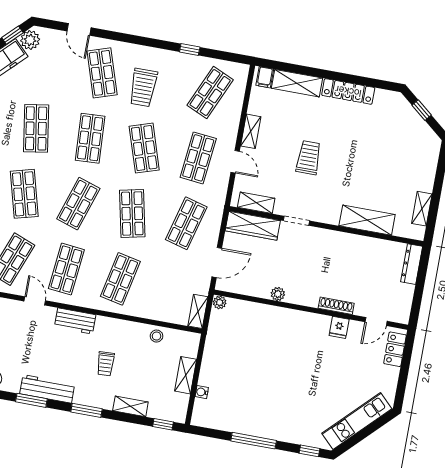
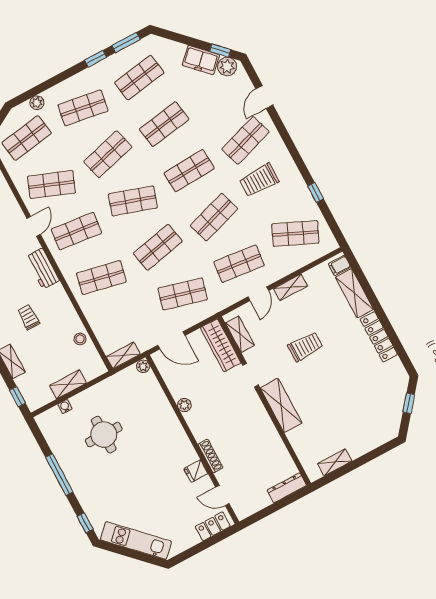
shelving: (367, 220) -> (281, 405), moved
trolley: (106, 364) -> (29, 317), turned 93
round table: (250, 379) -> (104, 435), added

